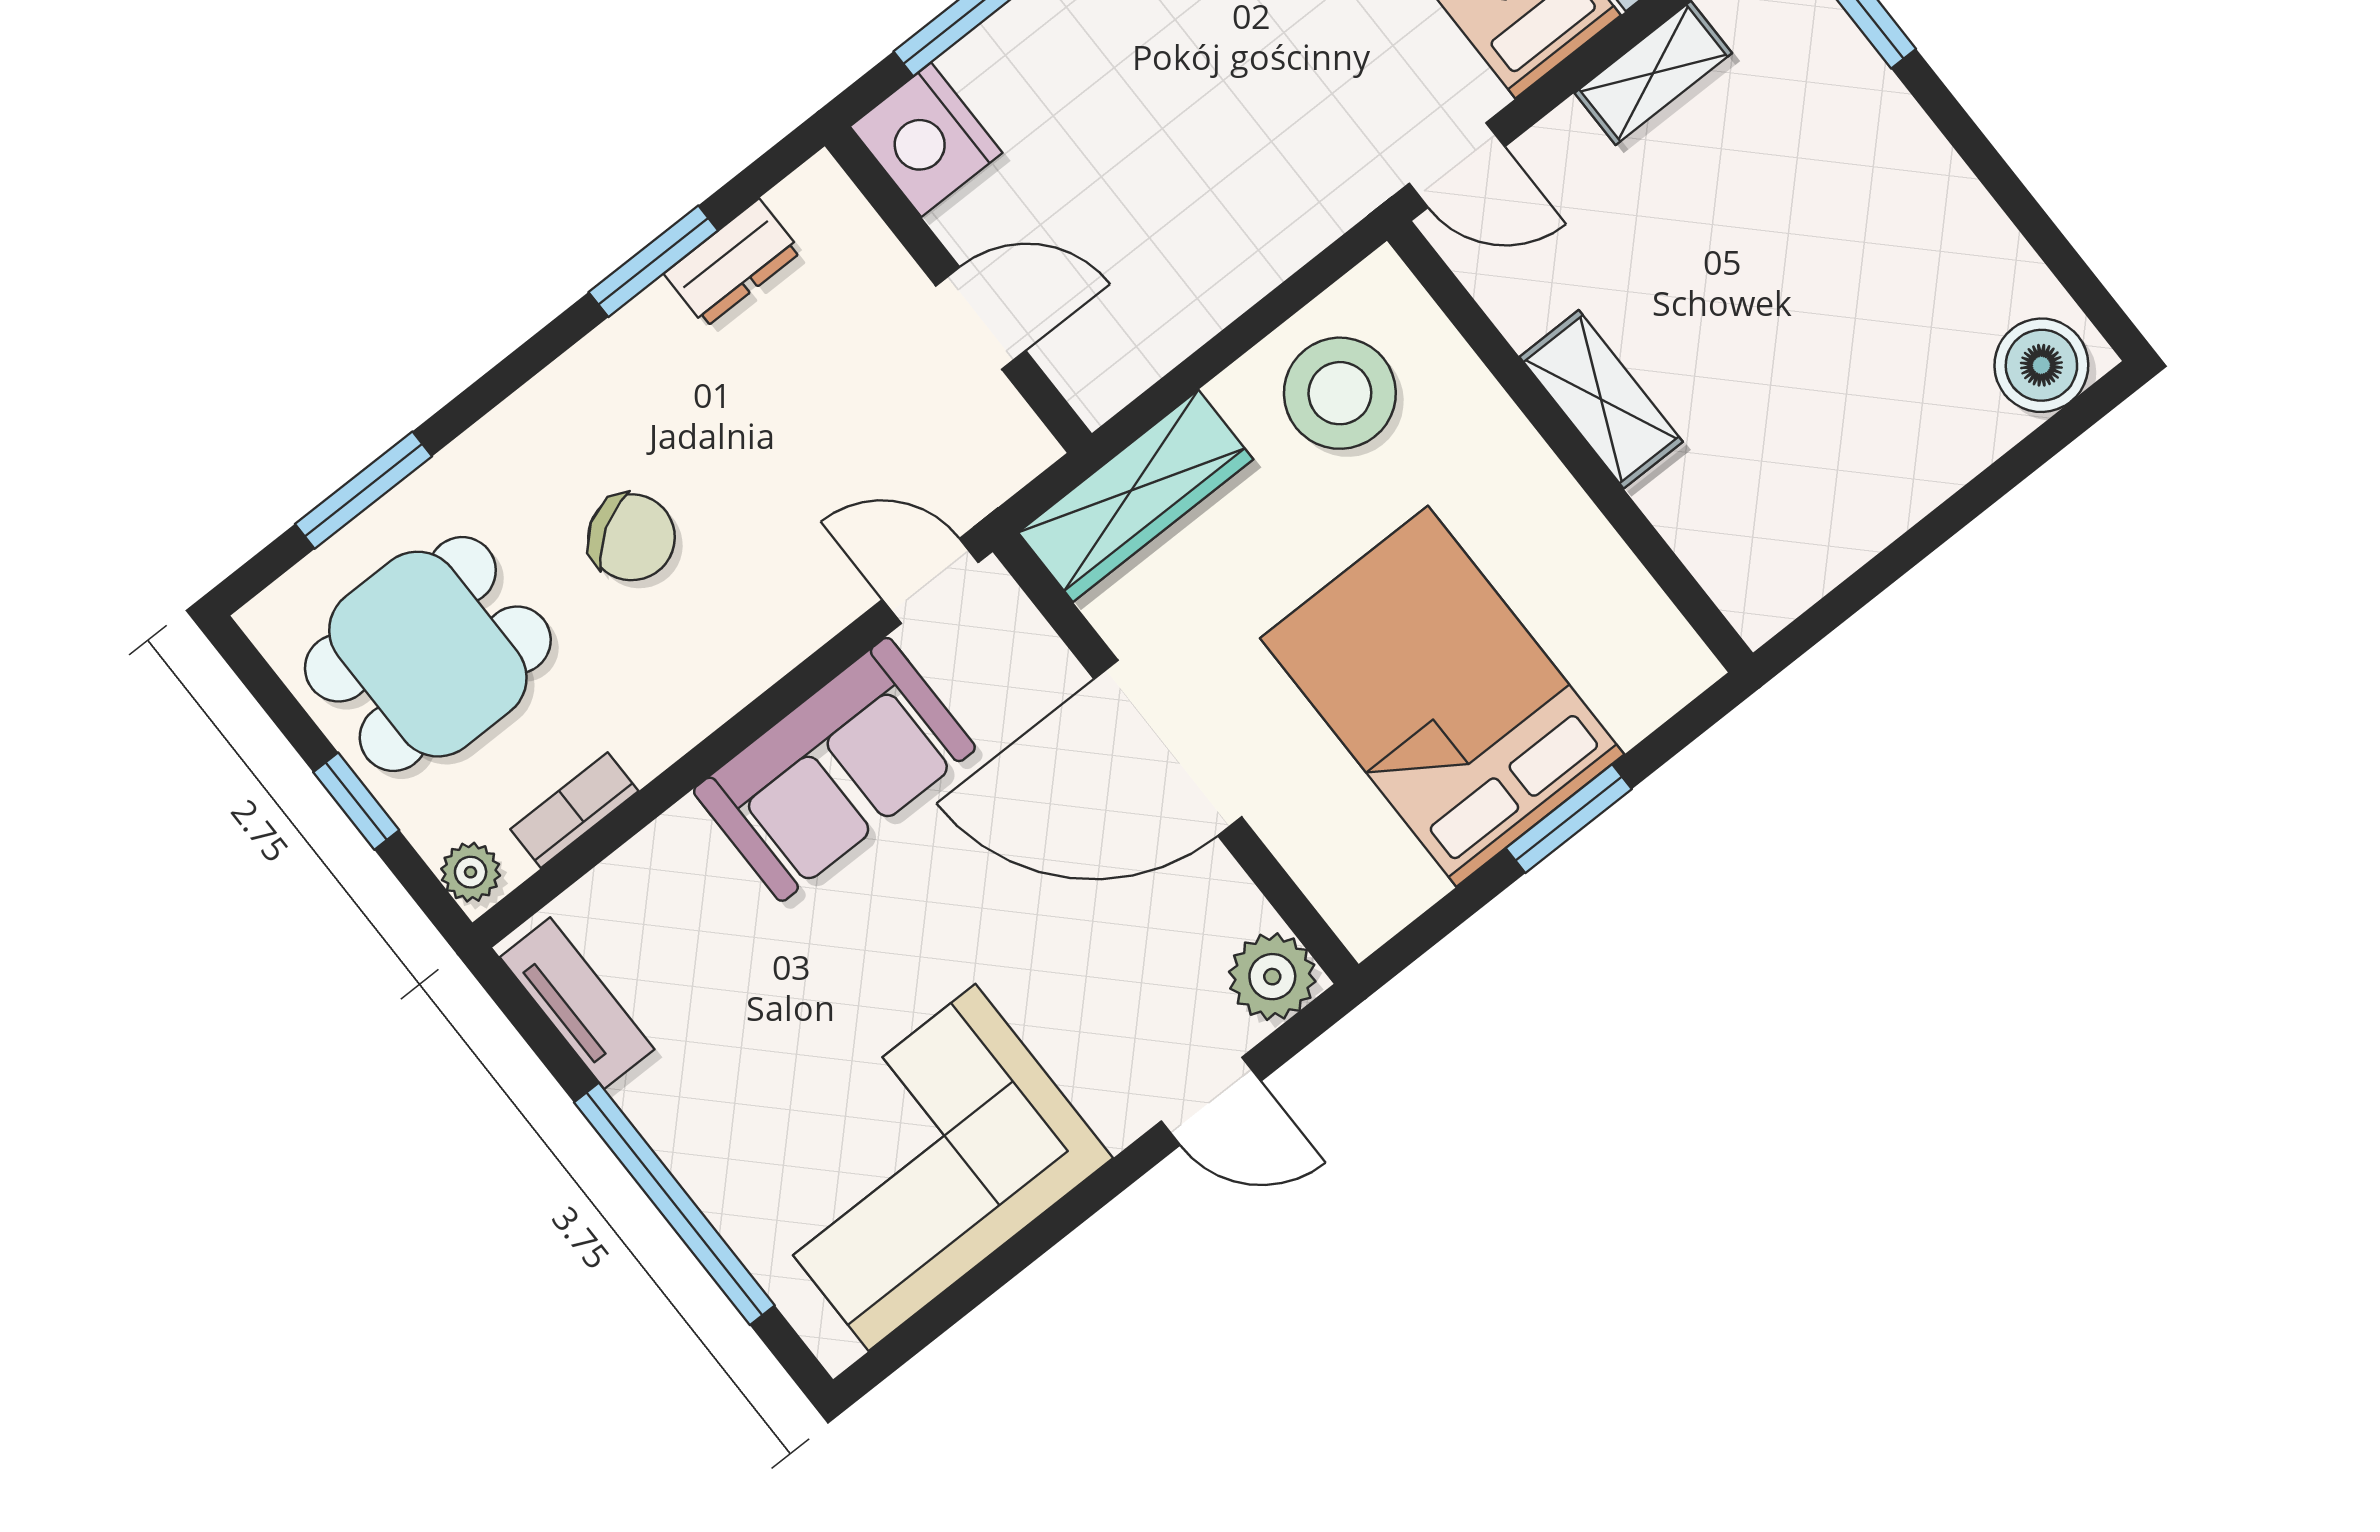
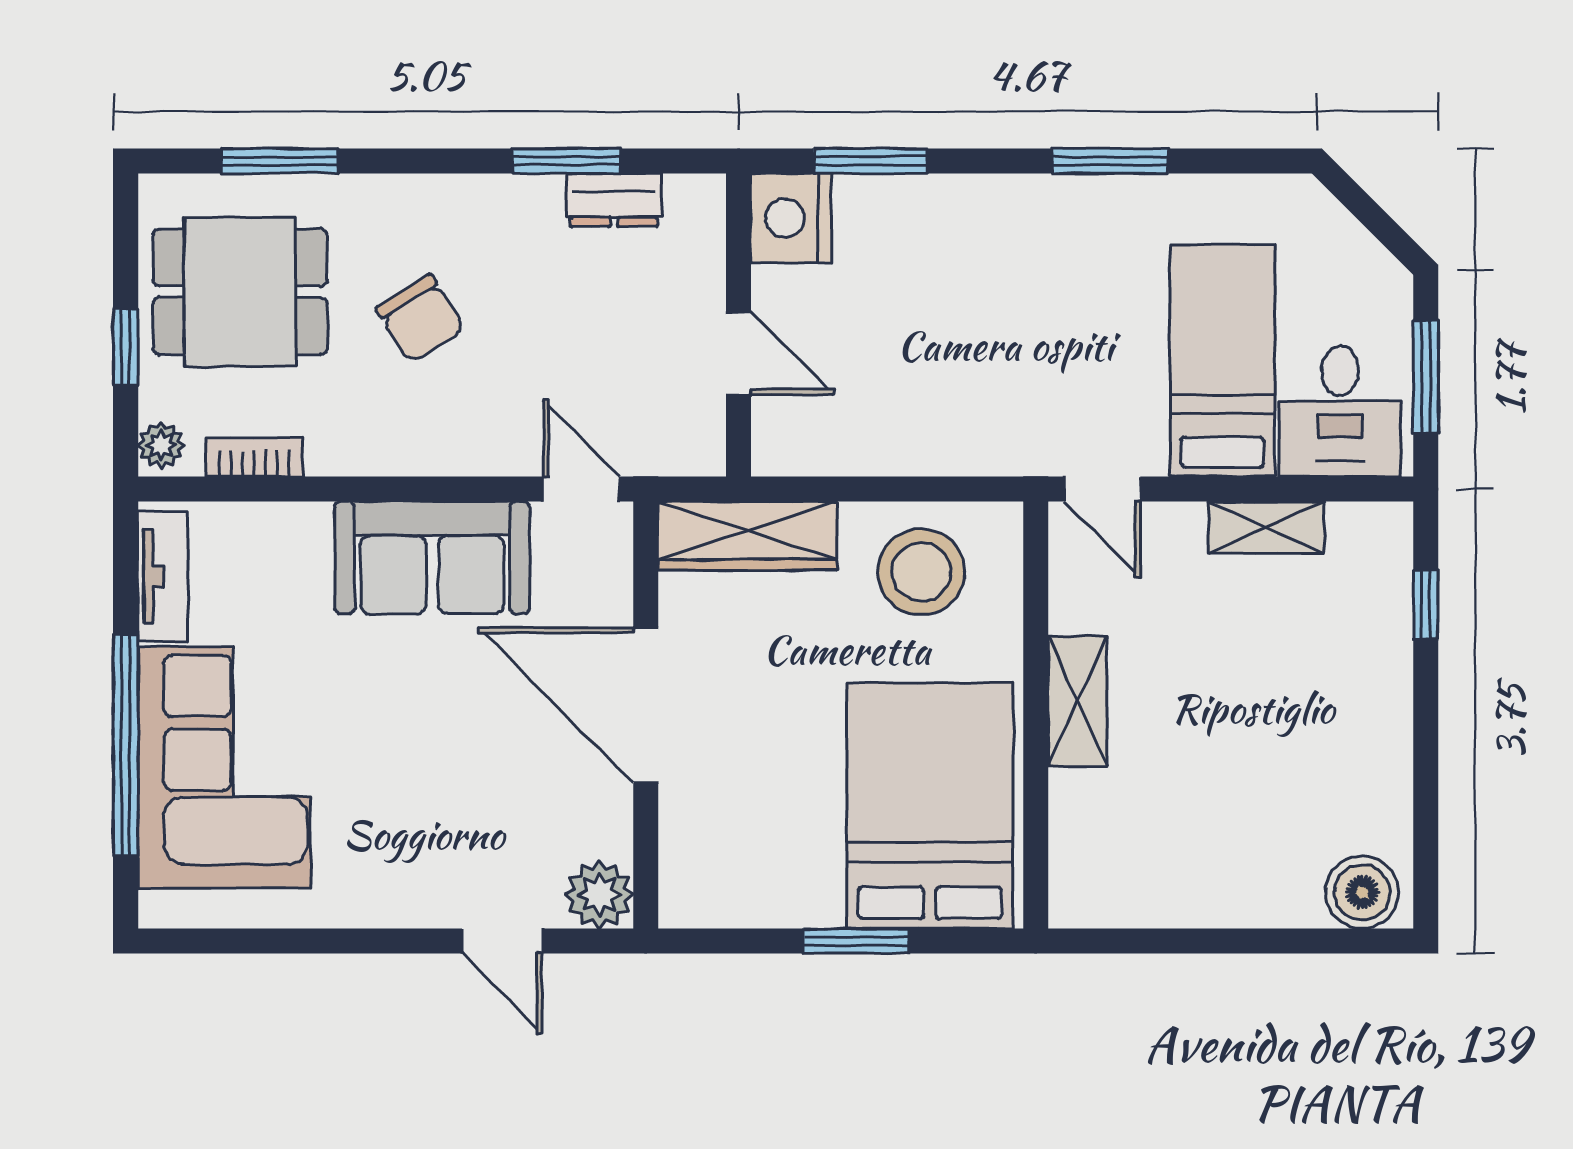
bed: (1442, 696) -> (930, 806), moved
corner sofa: (922, 1167) -> (224, 768), moved, turned 90

